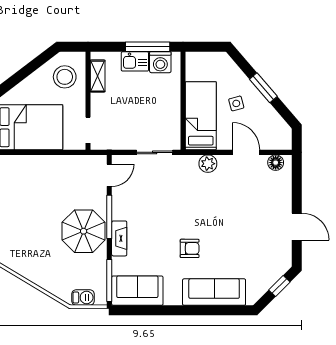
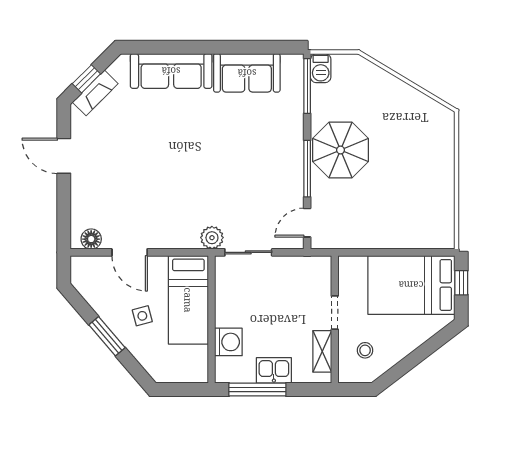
washing machine: (160, 62) -> (228, 342), moved, turned 90
stool: (65, 77) -> (365, 350), width x0.53, depth x0.53
doorway: (88, 130) -> (335, 313), moved
plant: (208, 164) -> (212, 238), moved
fireplace: (119, 238) -> (95, 93), moved, turned -135
armchair: (190, 248) -> (203, 128), removed
sofa: (137, 291) -> (247, 73), moved
barbecue: (83, 297) -> (321, 68), moved, turned -90

